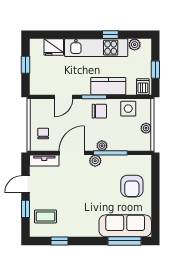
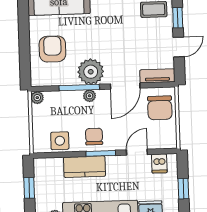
dishwasher: (143, 87) -> (159, 163), moved
chair: (99, 111) -> (94, 137), turned 90
plant: (146, 128) -> (37, 98), moved
chair: (43, 133) -> (160, 108), width x1.87, depth x1.87
plant: (95, 161) -> (91, 72), width x1.87, depth x1.87

